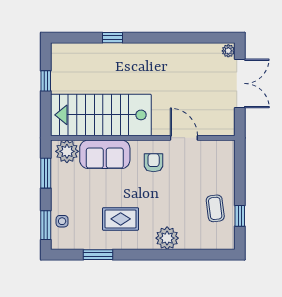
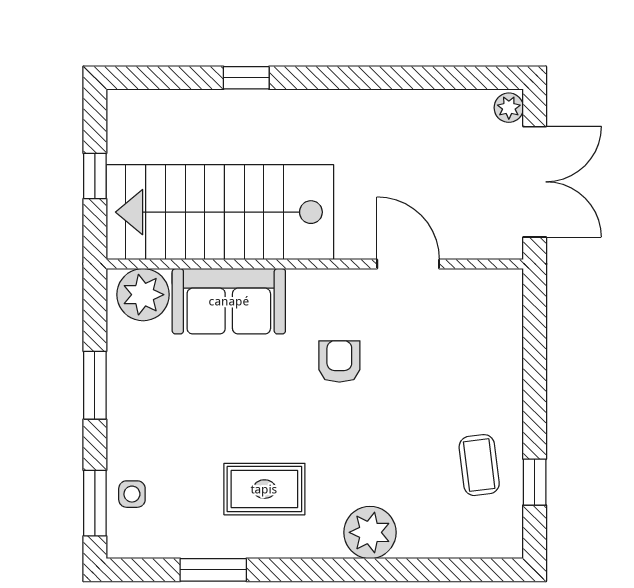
stairs: (101, 115) -> (220, 212), moved
wall: (143, 138) -> (315, 264), moved
door: (184, 138) -> (408, 264), moved
plant: (67, 151) -> (143, 295), moved
sofa: (105, 154) -> (229, 301), moved

